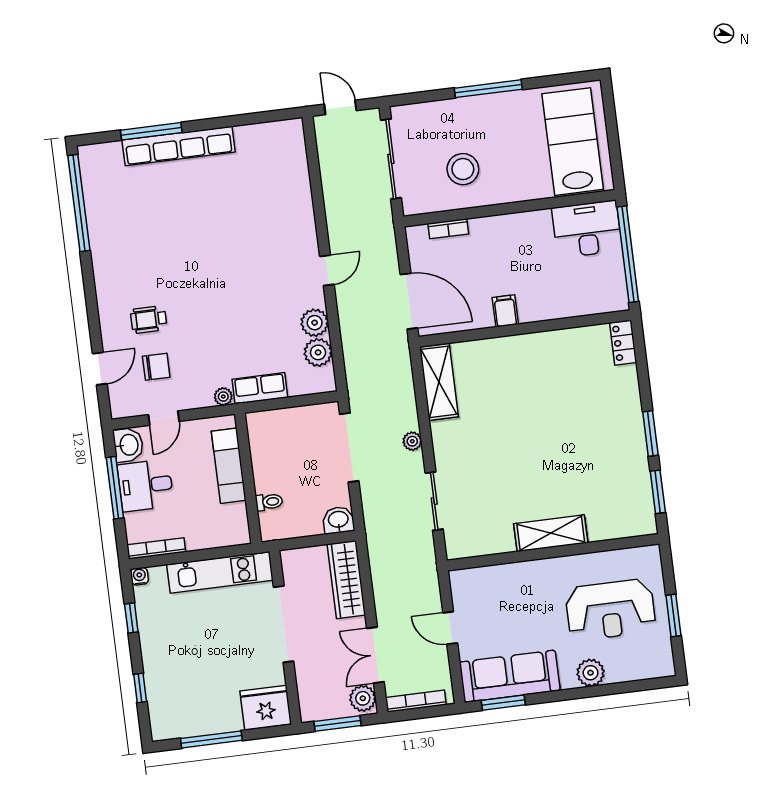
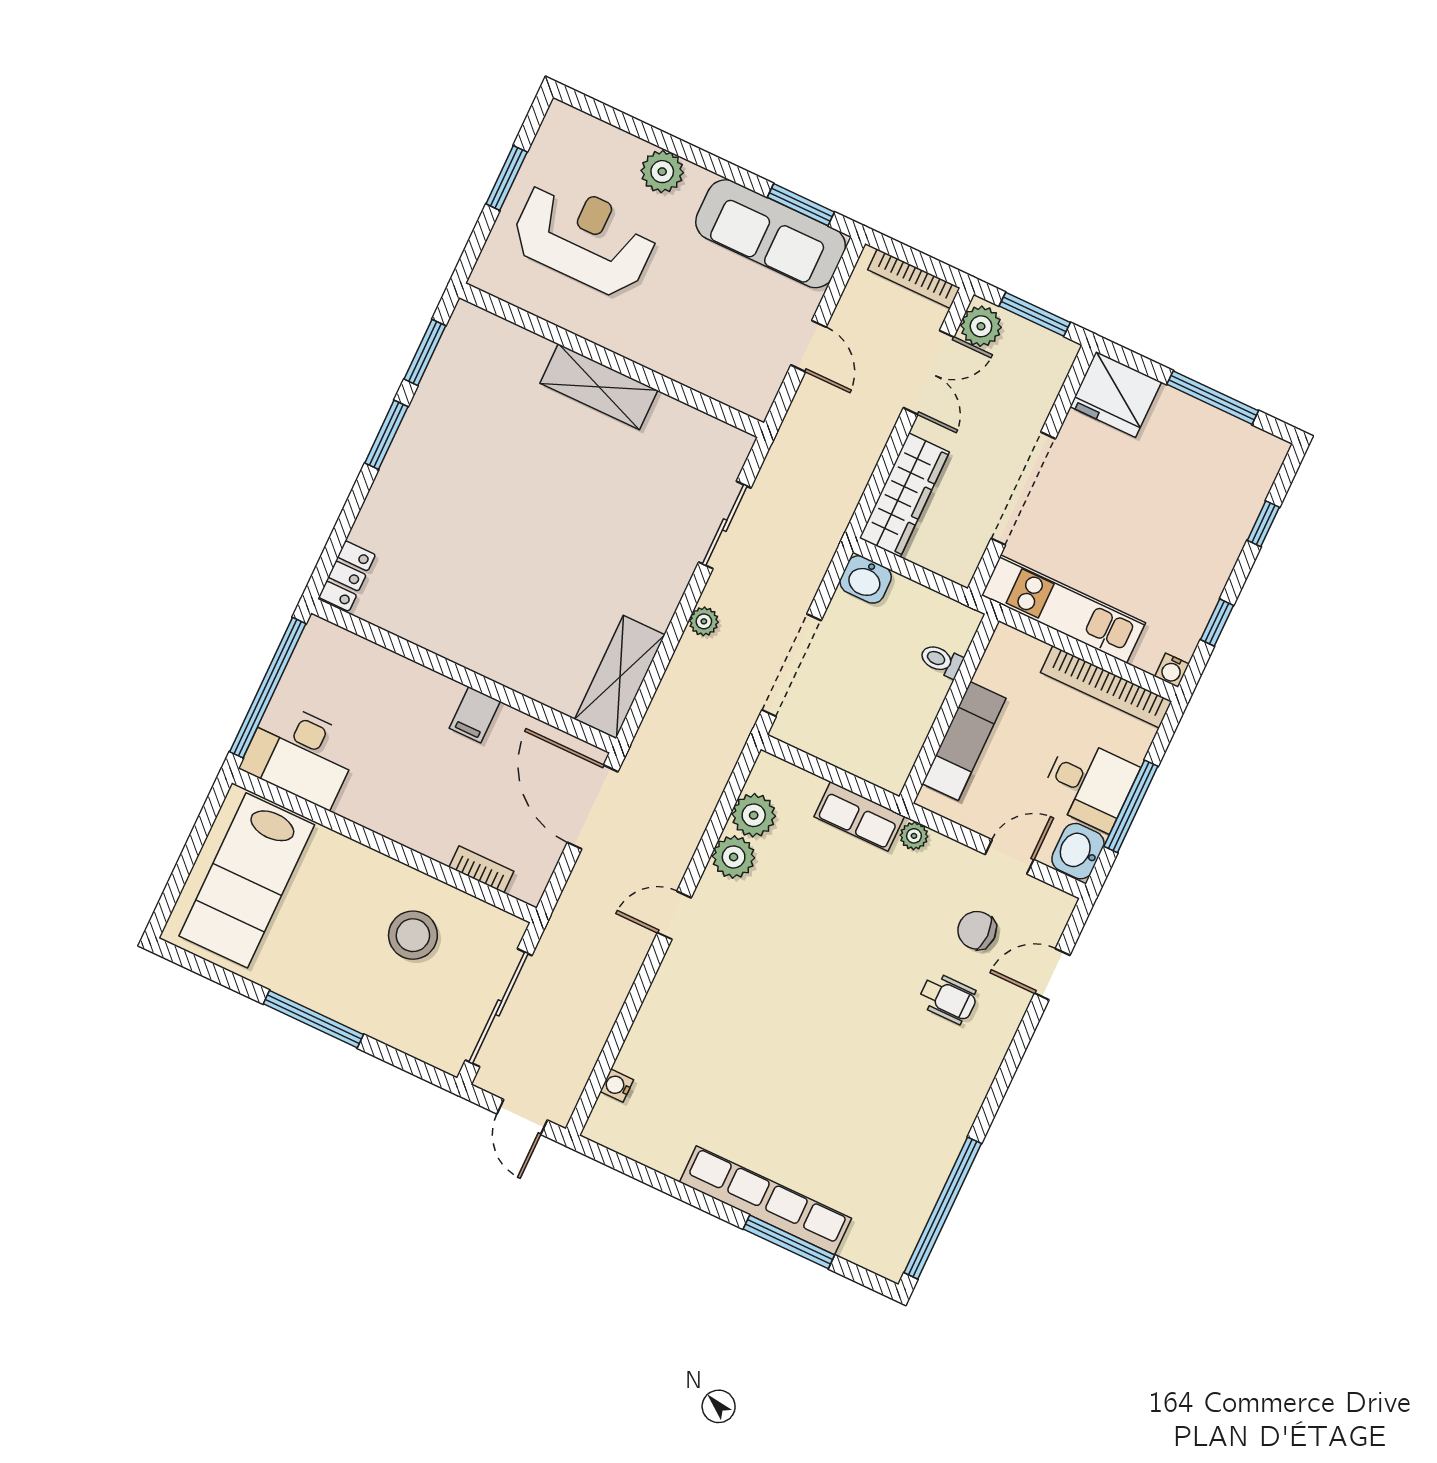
water cooler: (299, 157) -> (617, 1086), added
bookcase: (156, 548) -> (1106, 687), width x1.48, depth x1.31

